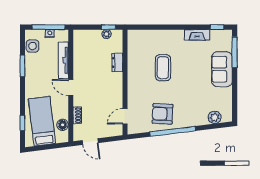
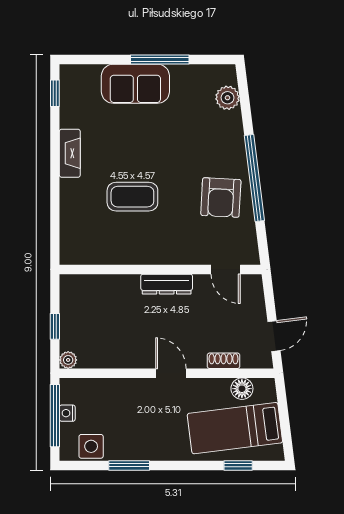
window: (109, 27) -> (55, 326), moved
plant: (106, 34) -> (68, 360), moved
fireplace: (197, 35) -> (70, 153), moved
window: (235, 52) -> (160, 60), moved
tv unit: (63, 60) -> (118, 387), removed
dresser: (117, 62) -> (167, 284), moved, width x1.44
door: (71, 88) -> (171, 373), swing flipped

